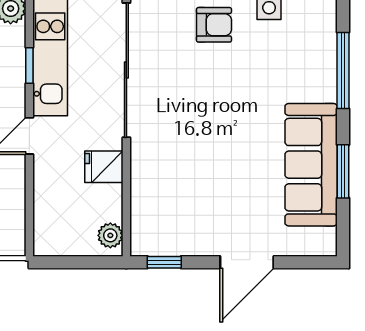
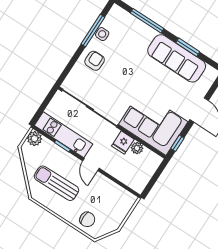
corner sofa: (172, 197) -> (153, 123), added
plant: (110, 235) -> (137, 148), moved

